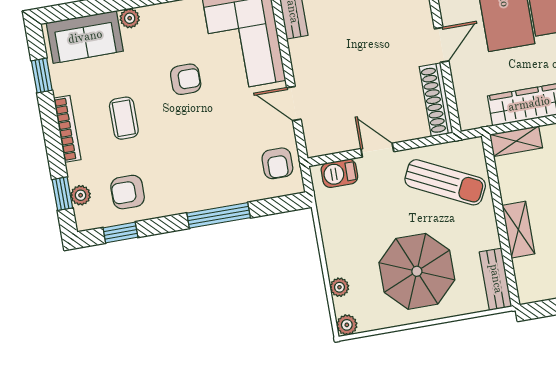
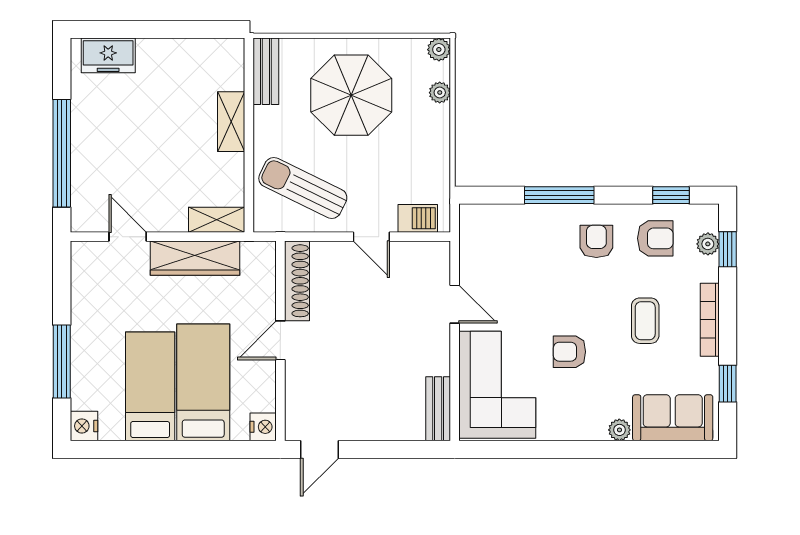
armchair: (277, 163) -> (596, 241), moved

